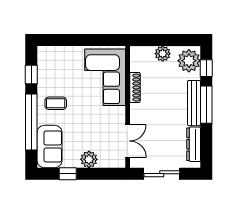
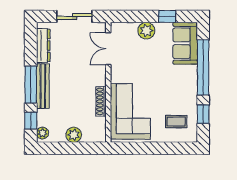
plant: (189, 61) -> (43, 133), width x0.53, depth x0.53
coffee table: (56, 103) -> (176, 122), moved

